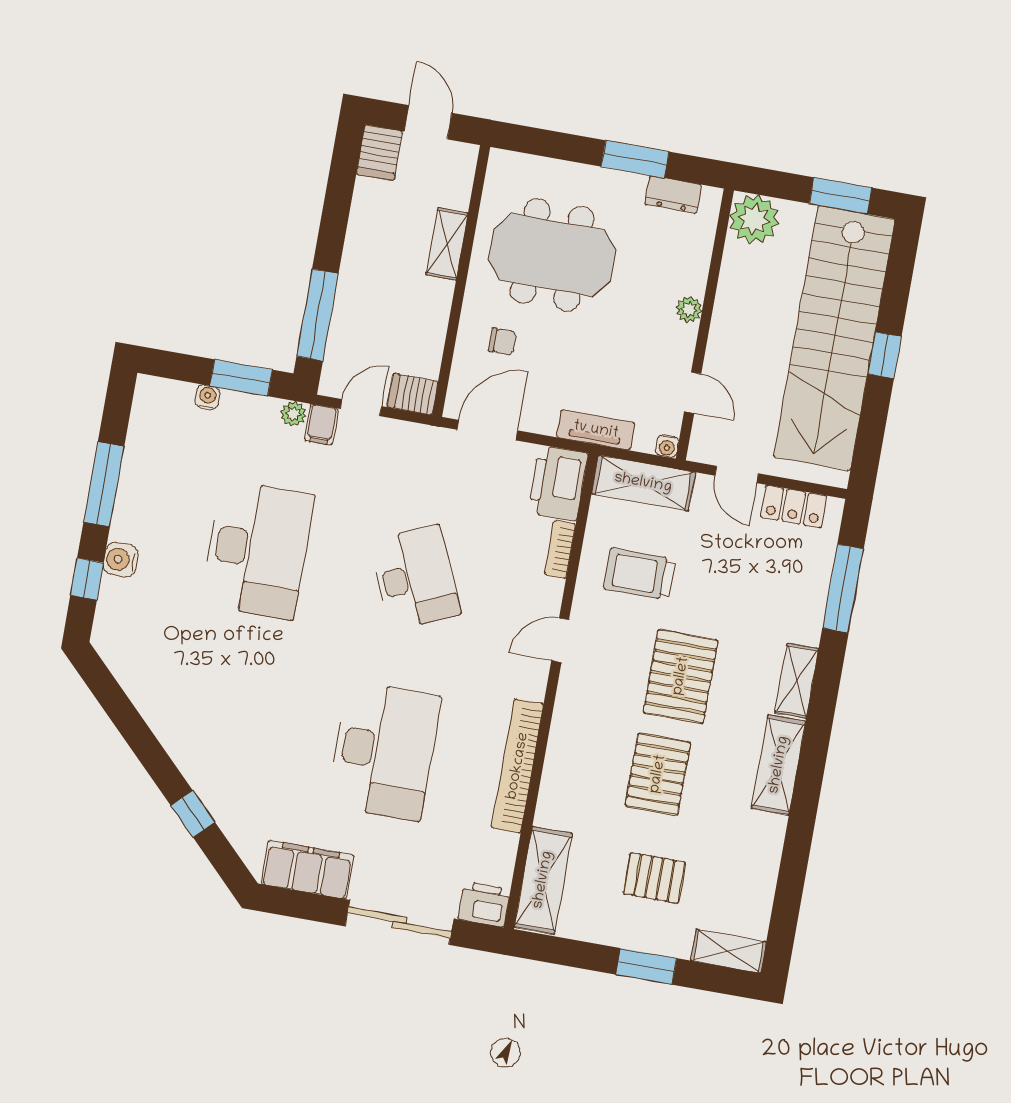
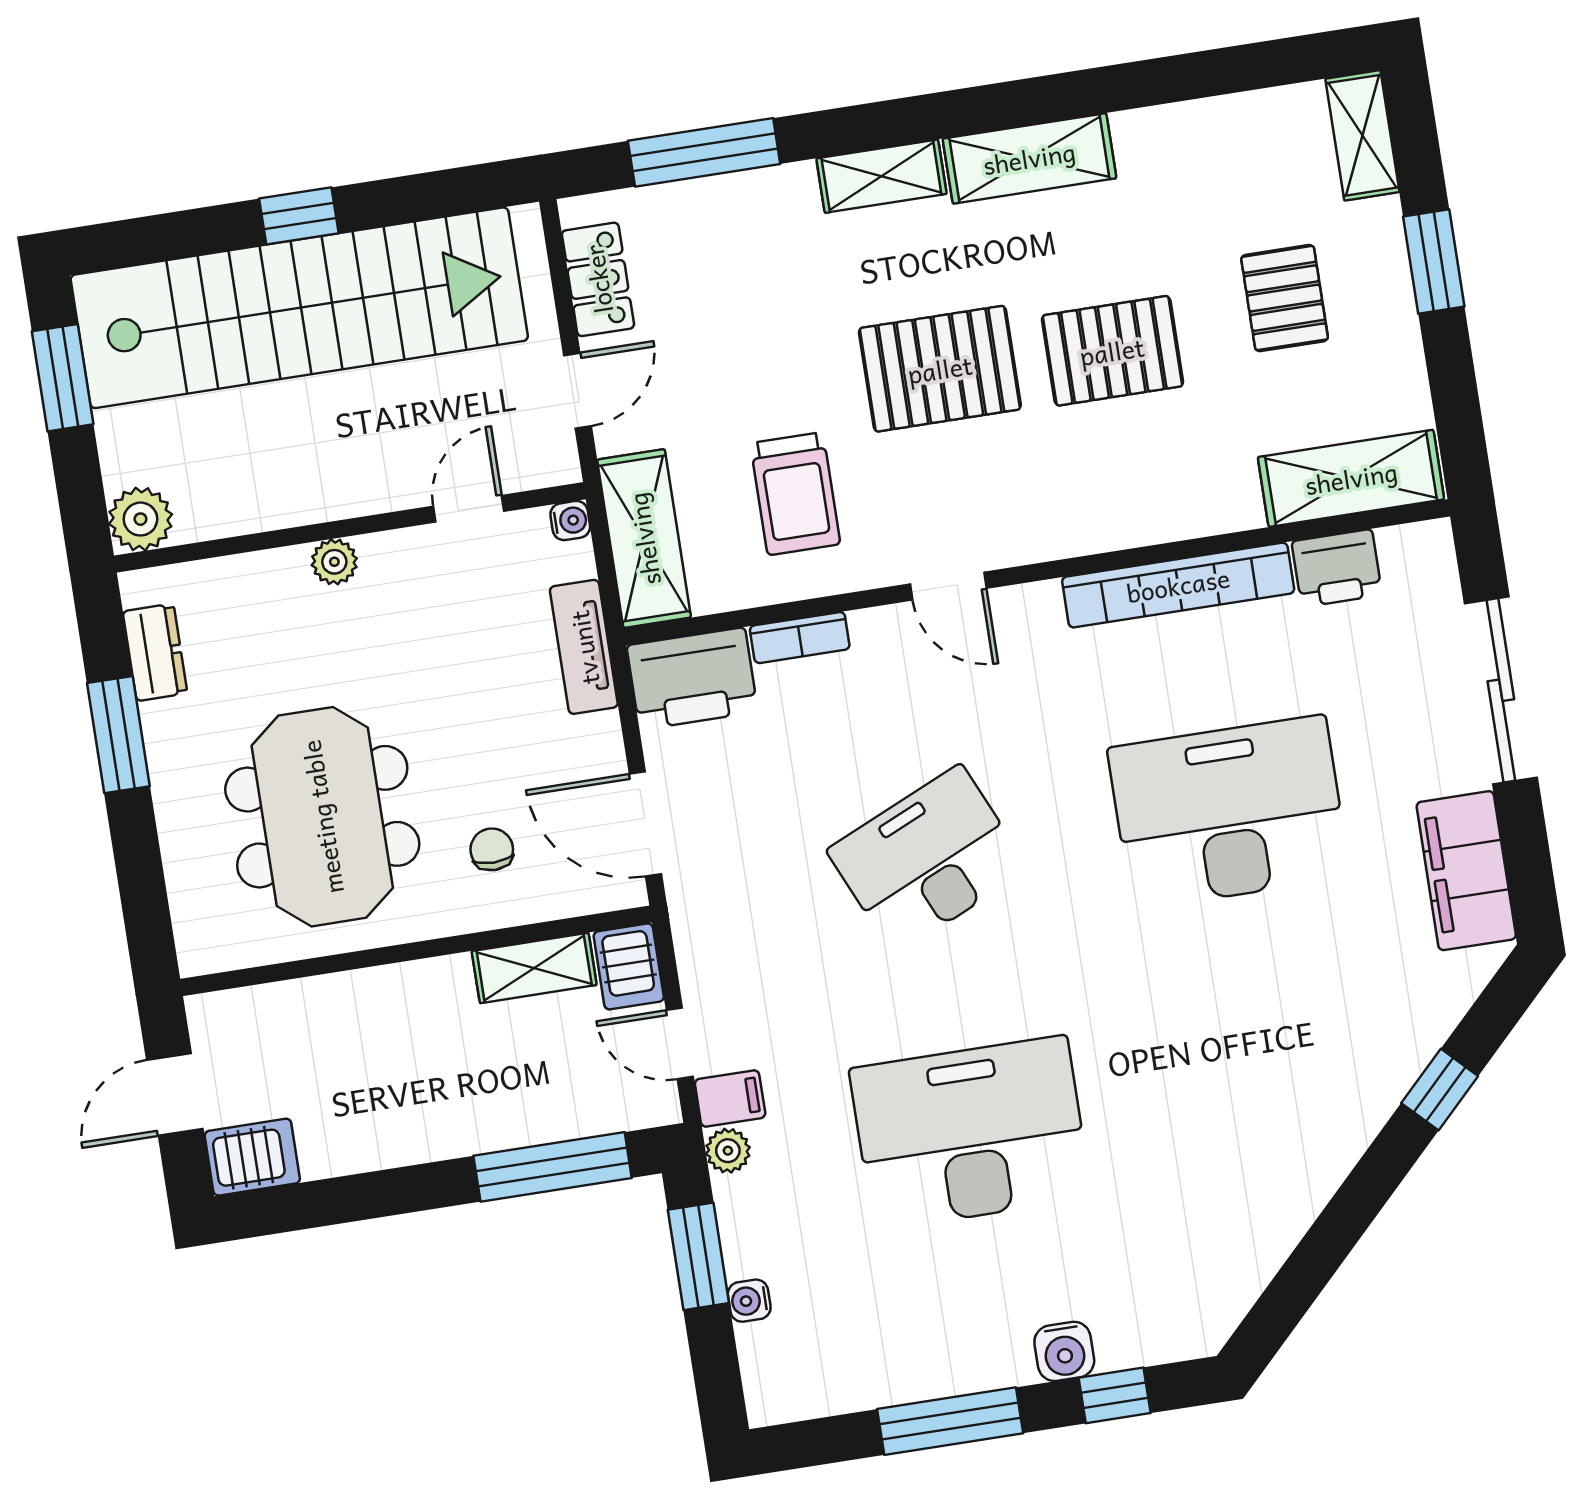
plant: (754, 219) -> (140, 519), width x0.73, depth x0.73
shelving: (447, 244) -> (534, 968), moved
printer: (484, 904) -> (1337, 568), moved, turned -90

